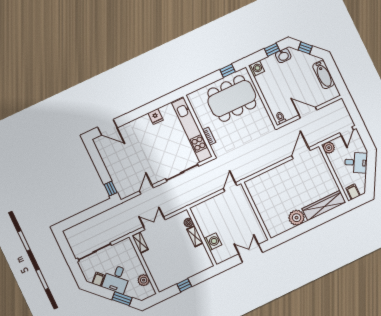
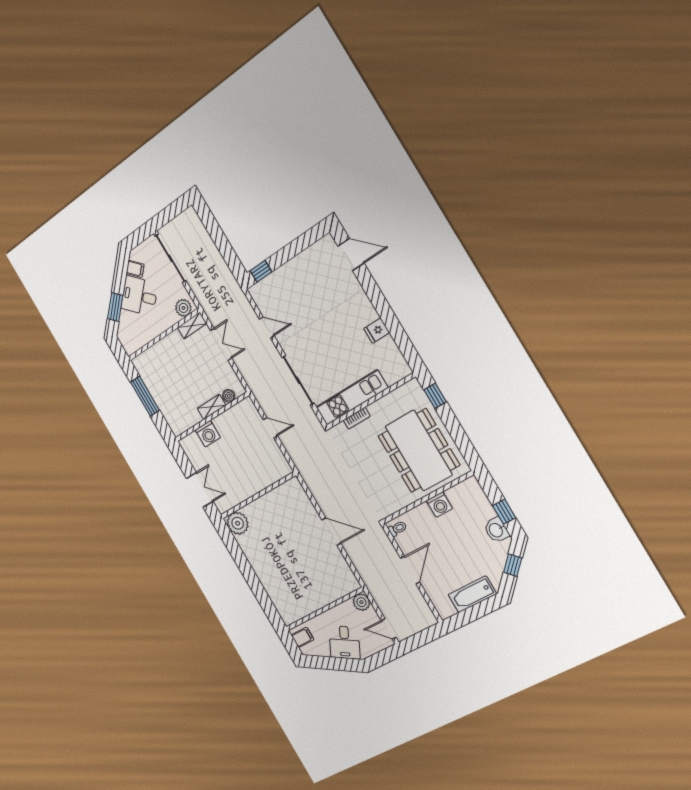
washing machine: (256, 68) -> (439, 505), moved
window: (228, 71) -> (435, 396), moved
door: (107, 127) -> (351, 255), swing flipped
kitchen unit: (192, 130) -> (352, 397), width x0.73
door: (301, 153) -> (331, 532), moved
door: (230, 187) -> (270, 428), moved
wardrobe: (324, 206) -> (278, 595), removed
plant: (297, 218) -> (238, 523), moved
plant: (144, 280) -> (183, 308), moved
window: (184, 285) -> (145, 396), width x2.17

